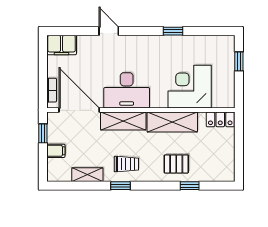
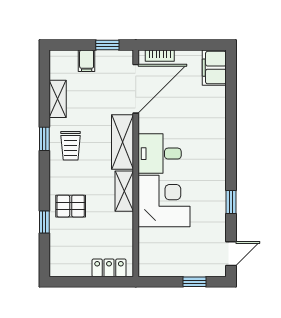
door: (109, 31) -> (231, 254), moved
corner desk: (190, 87) -> (164, 201), moved
desk: (127, 90) -> (160, 154), width x0.73
locker: (220, 119) -> (109, 268), moved, turned 90
shelving: (172, 122) -> (124, 191), width x0.67, depth x0.75
pallet: (176, 164) -> (71, 206), turned 90

